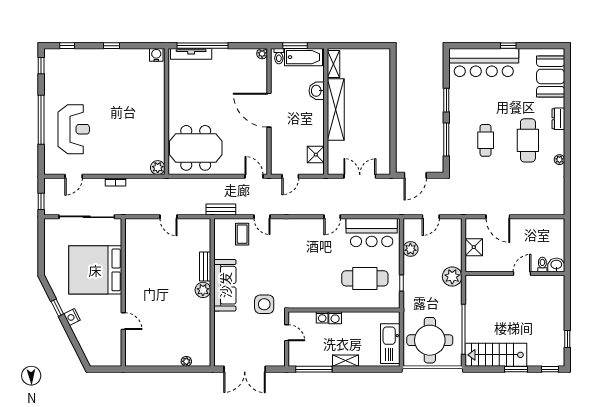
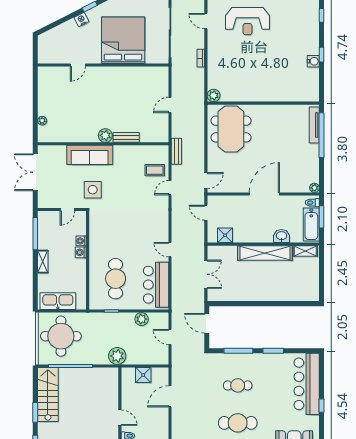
water cooler: (156, 55) -> (313, 61), moved
sofa: (225, 285) -> (90, 155), moved

